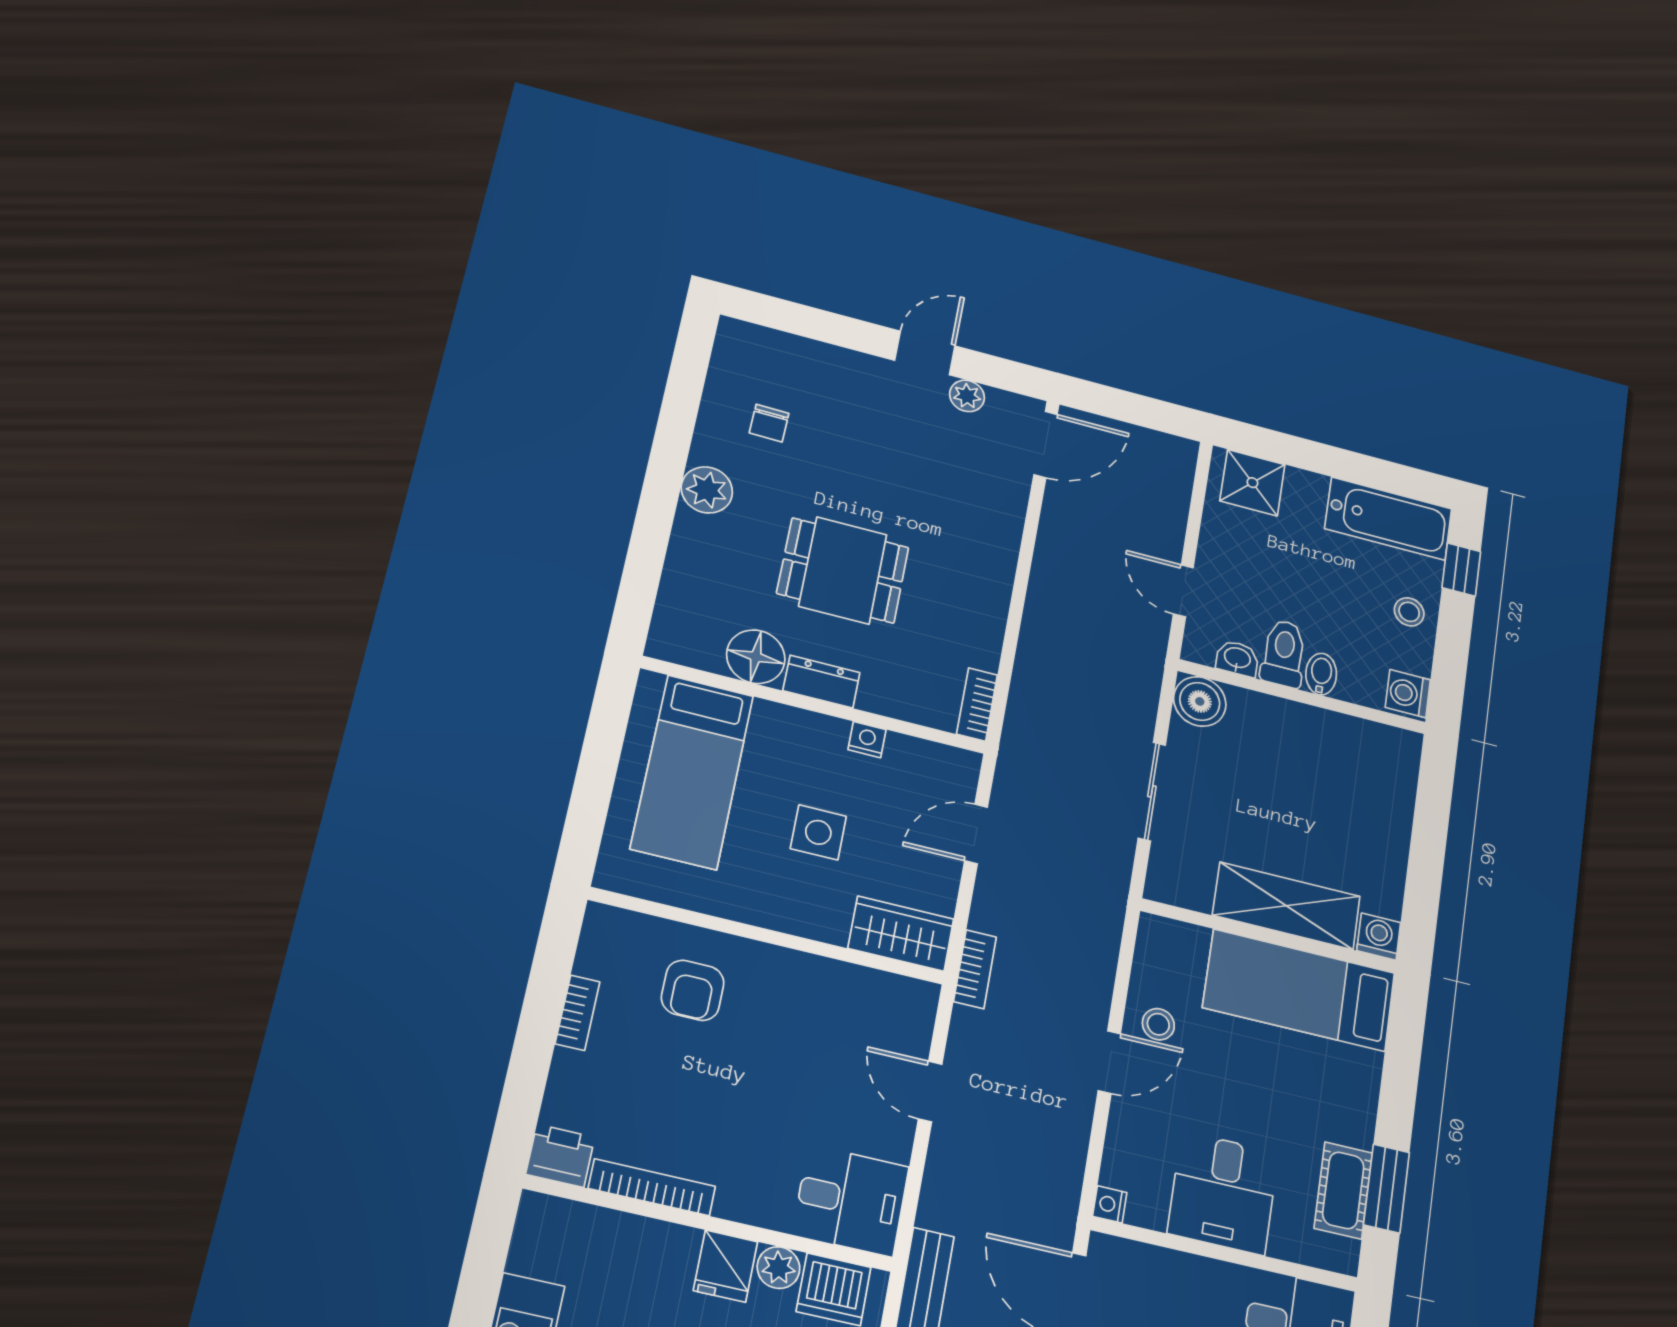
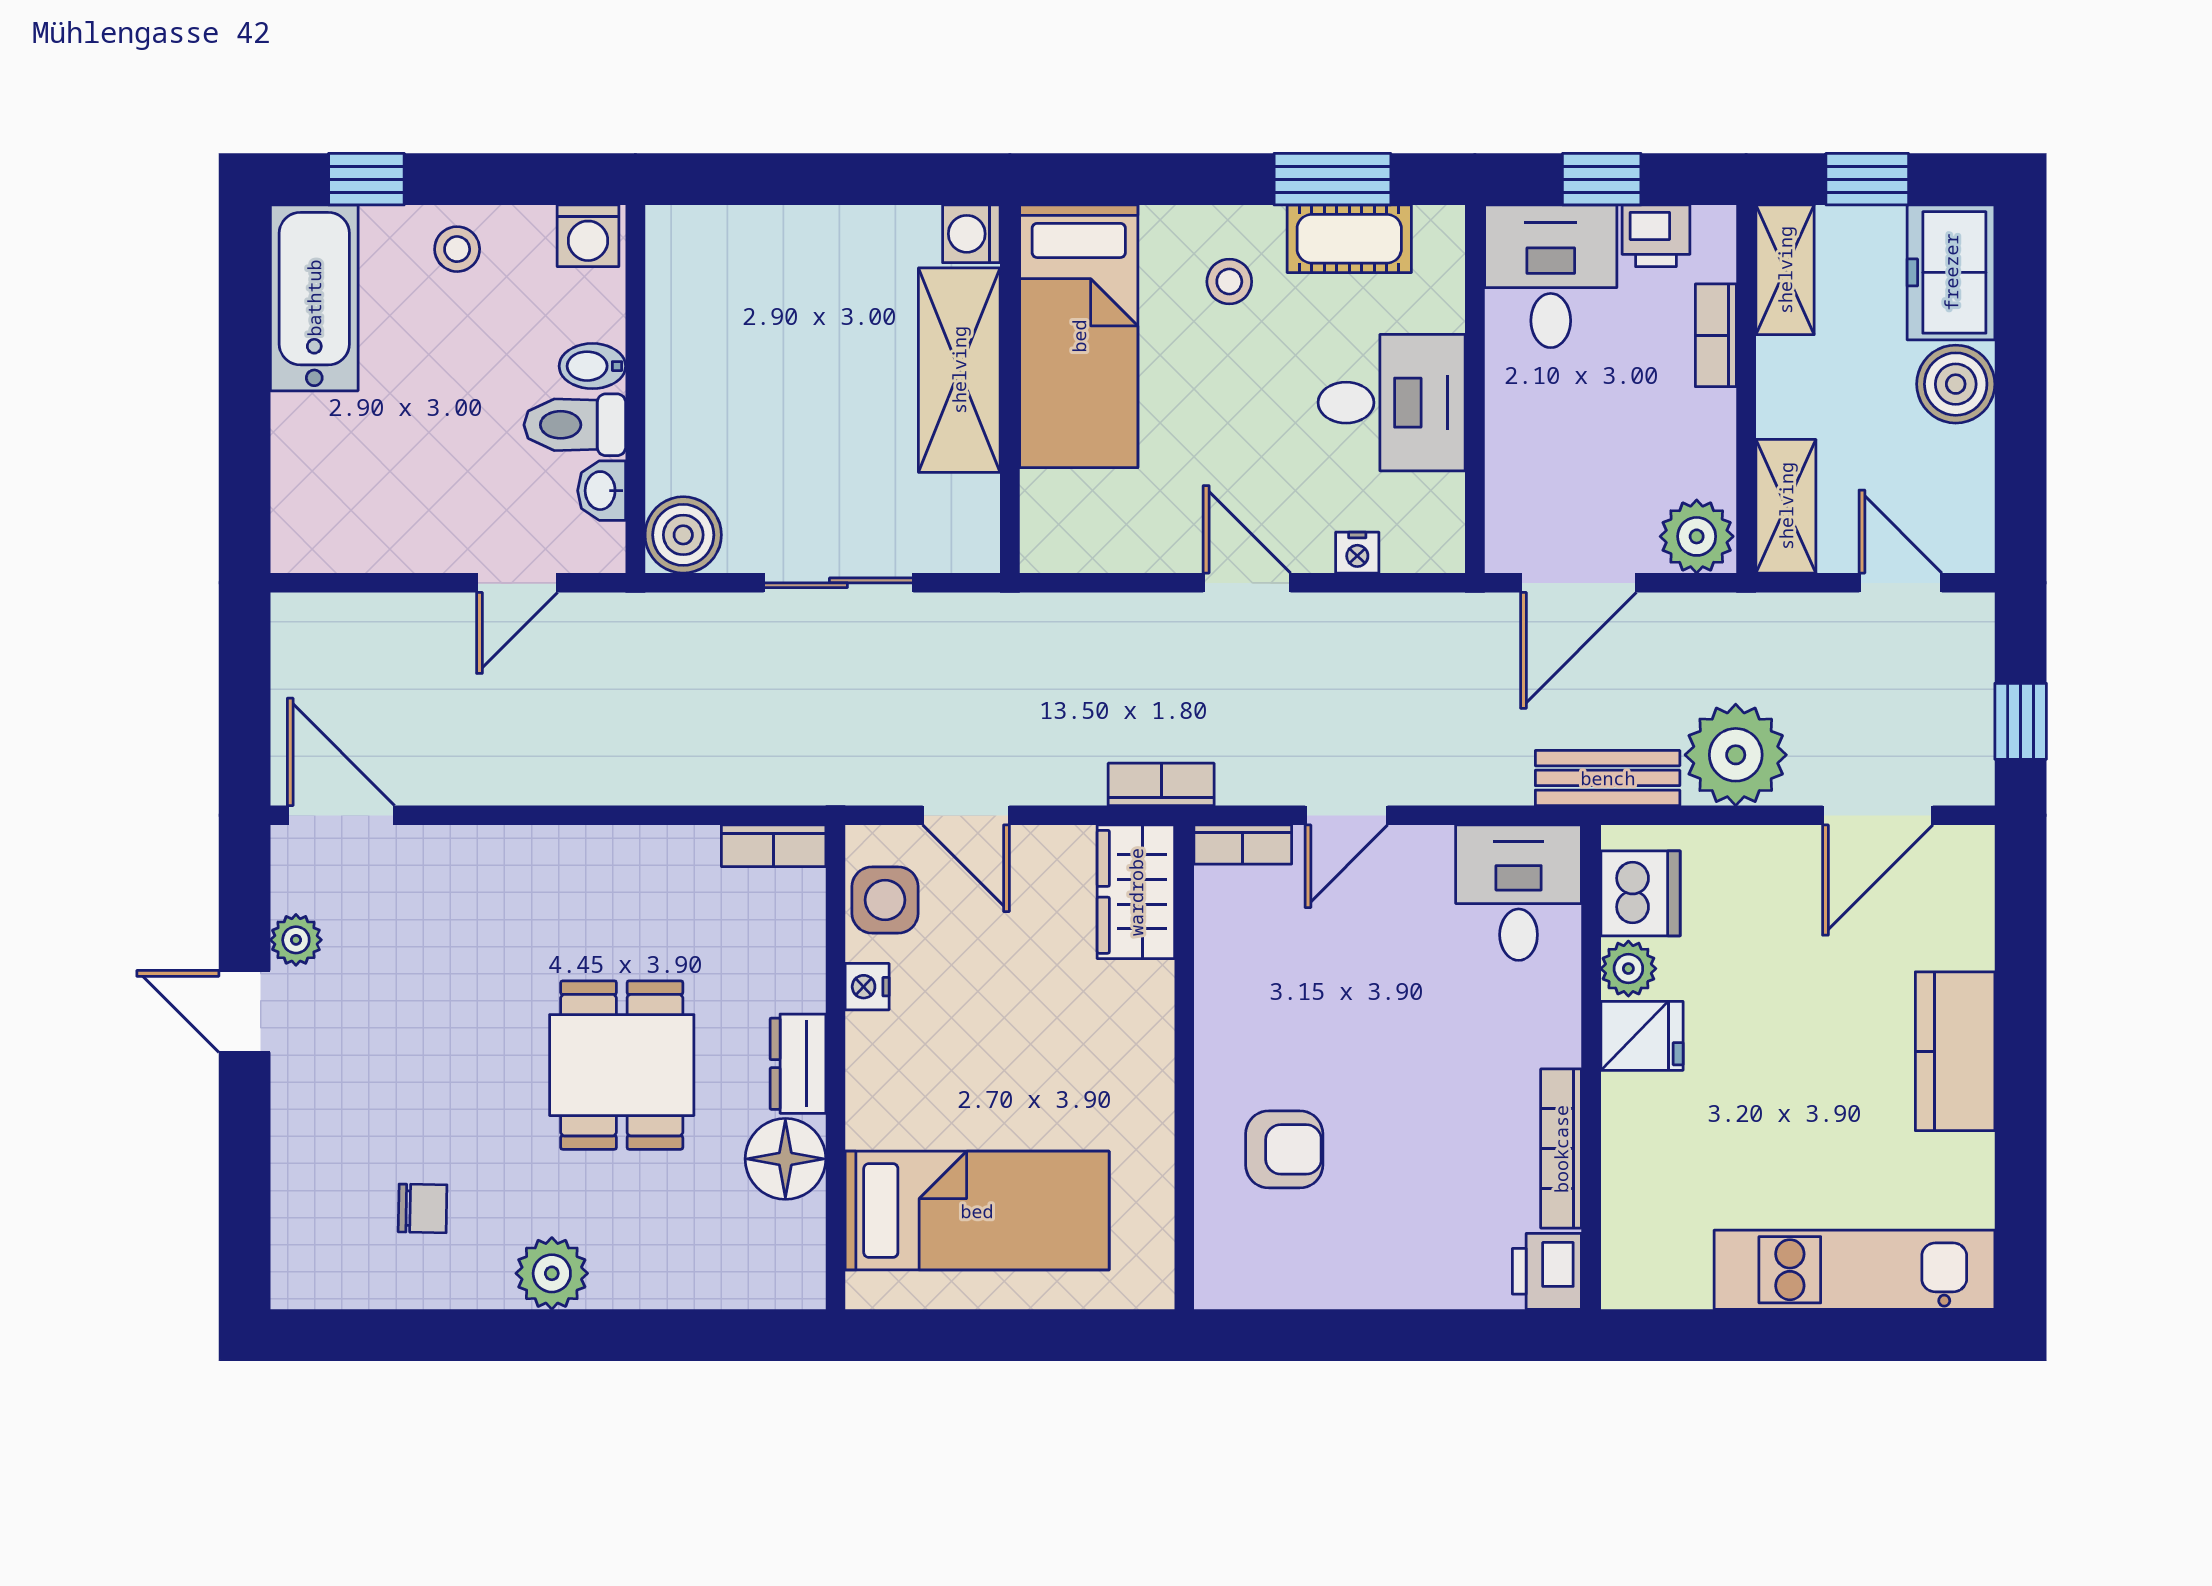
shower: (1252, 483) -> (314, 507), removed
side table: (818, 832) -> (885, 900), moved
bookcase: (578, 1013) -> (1243, 844), moved, turned 180
stool: (1158, 1024) -> (1229, 282), moved
nightstand: (1110, 1204) -> (1357, 553), moved

